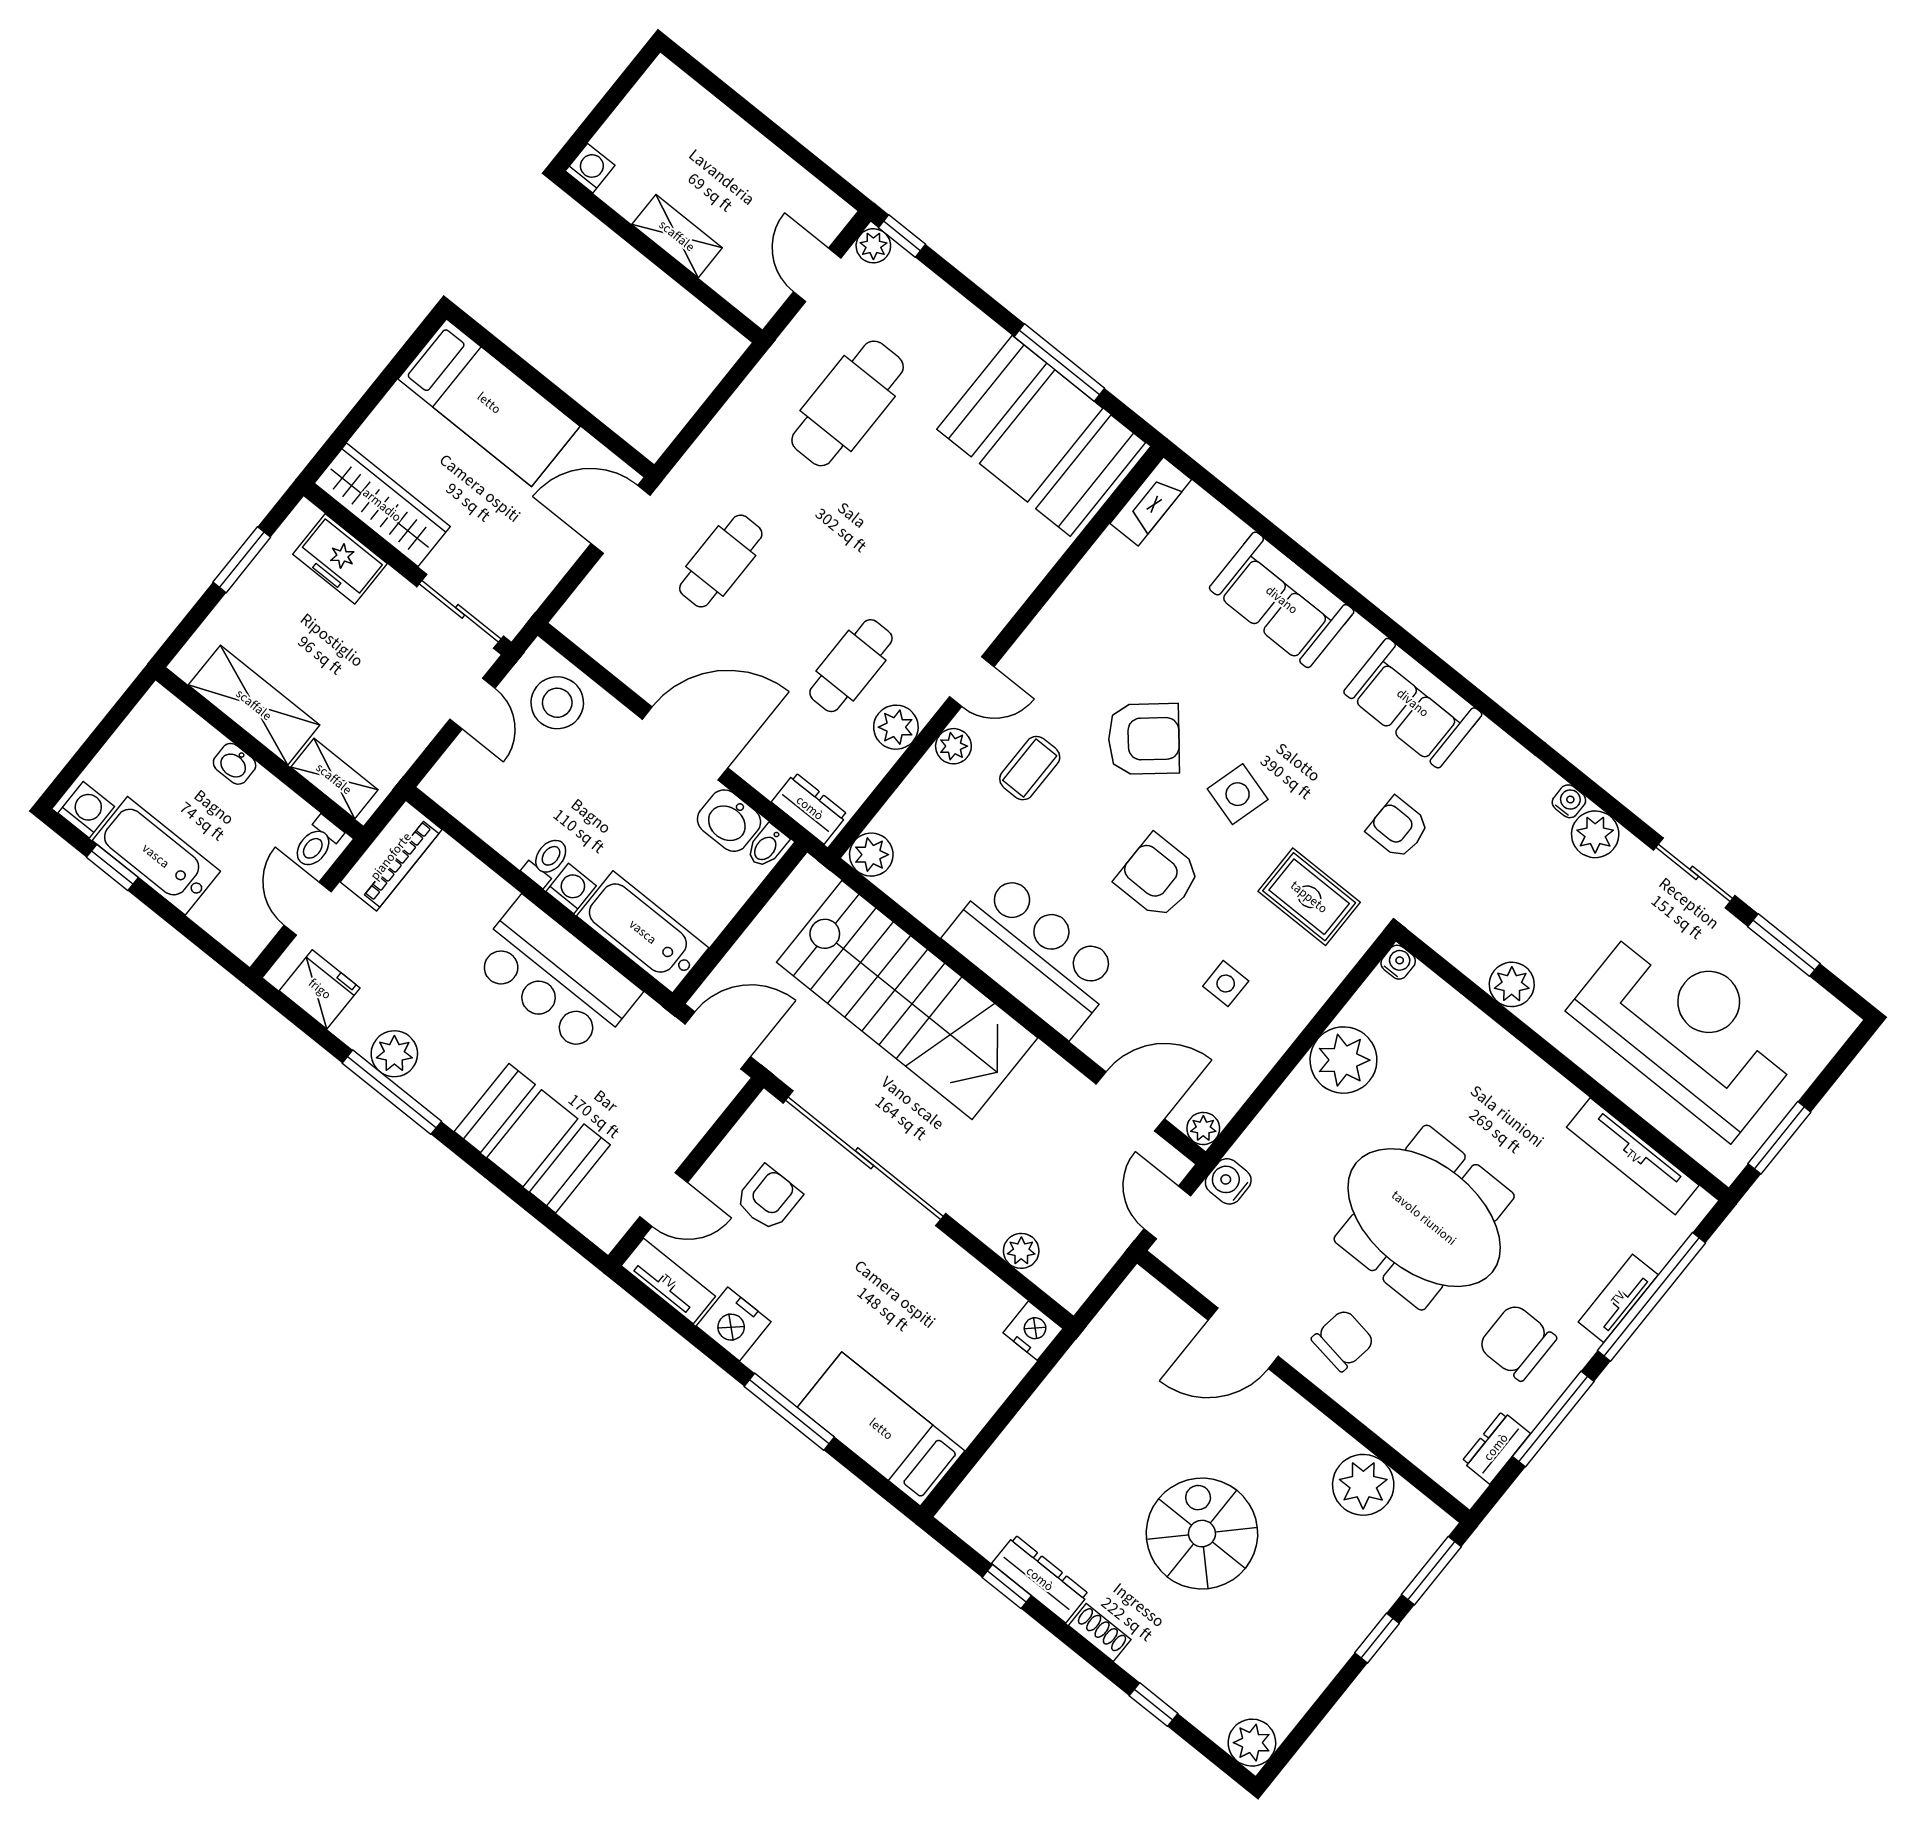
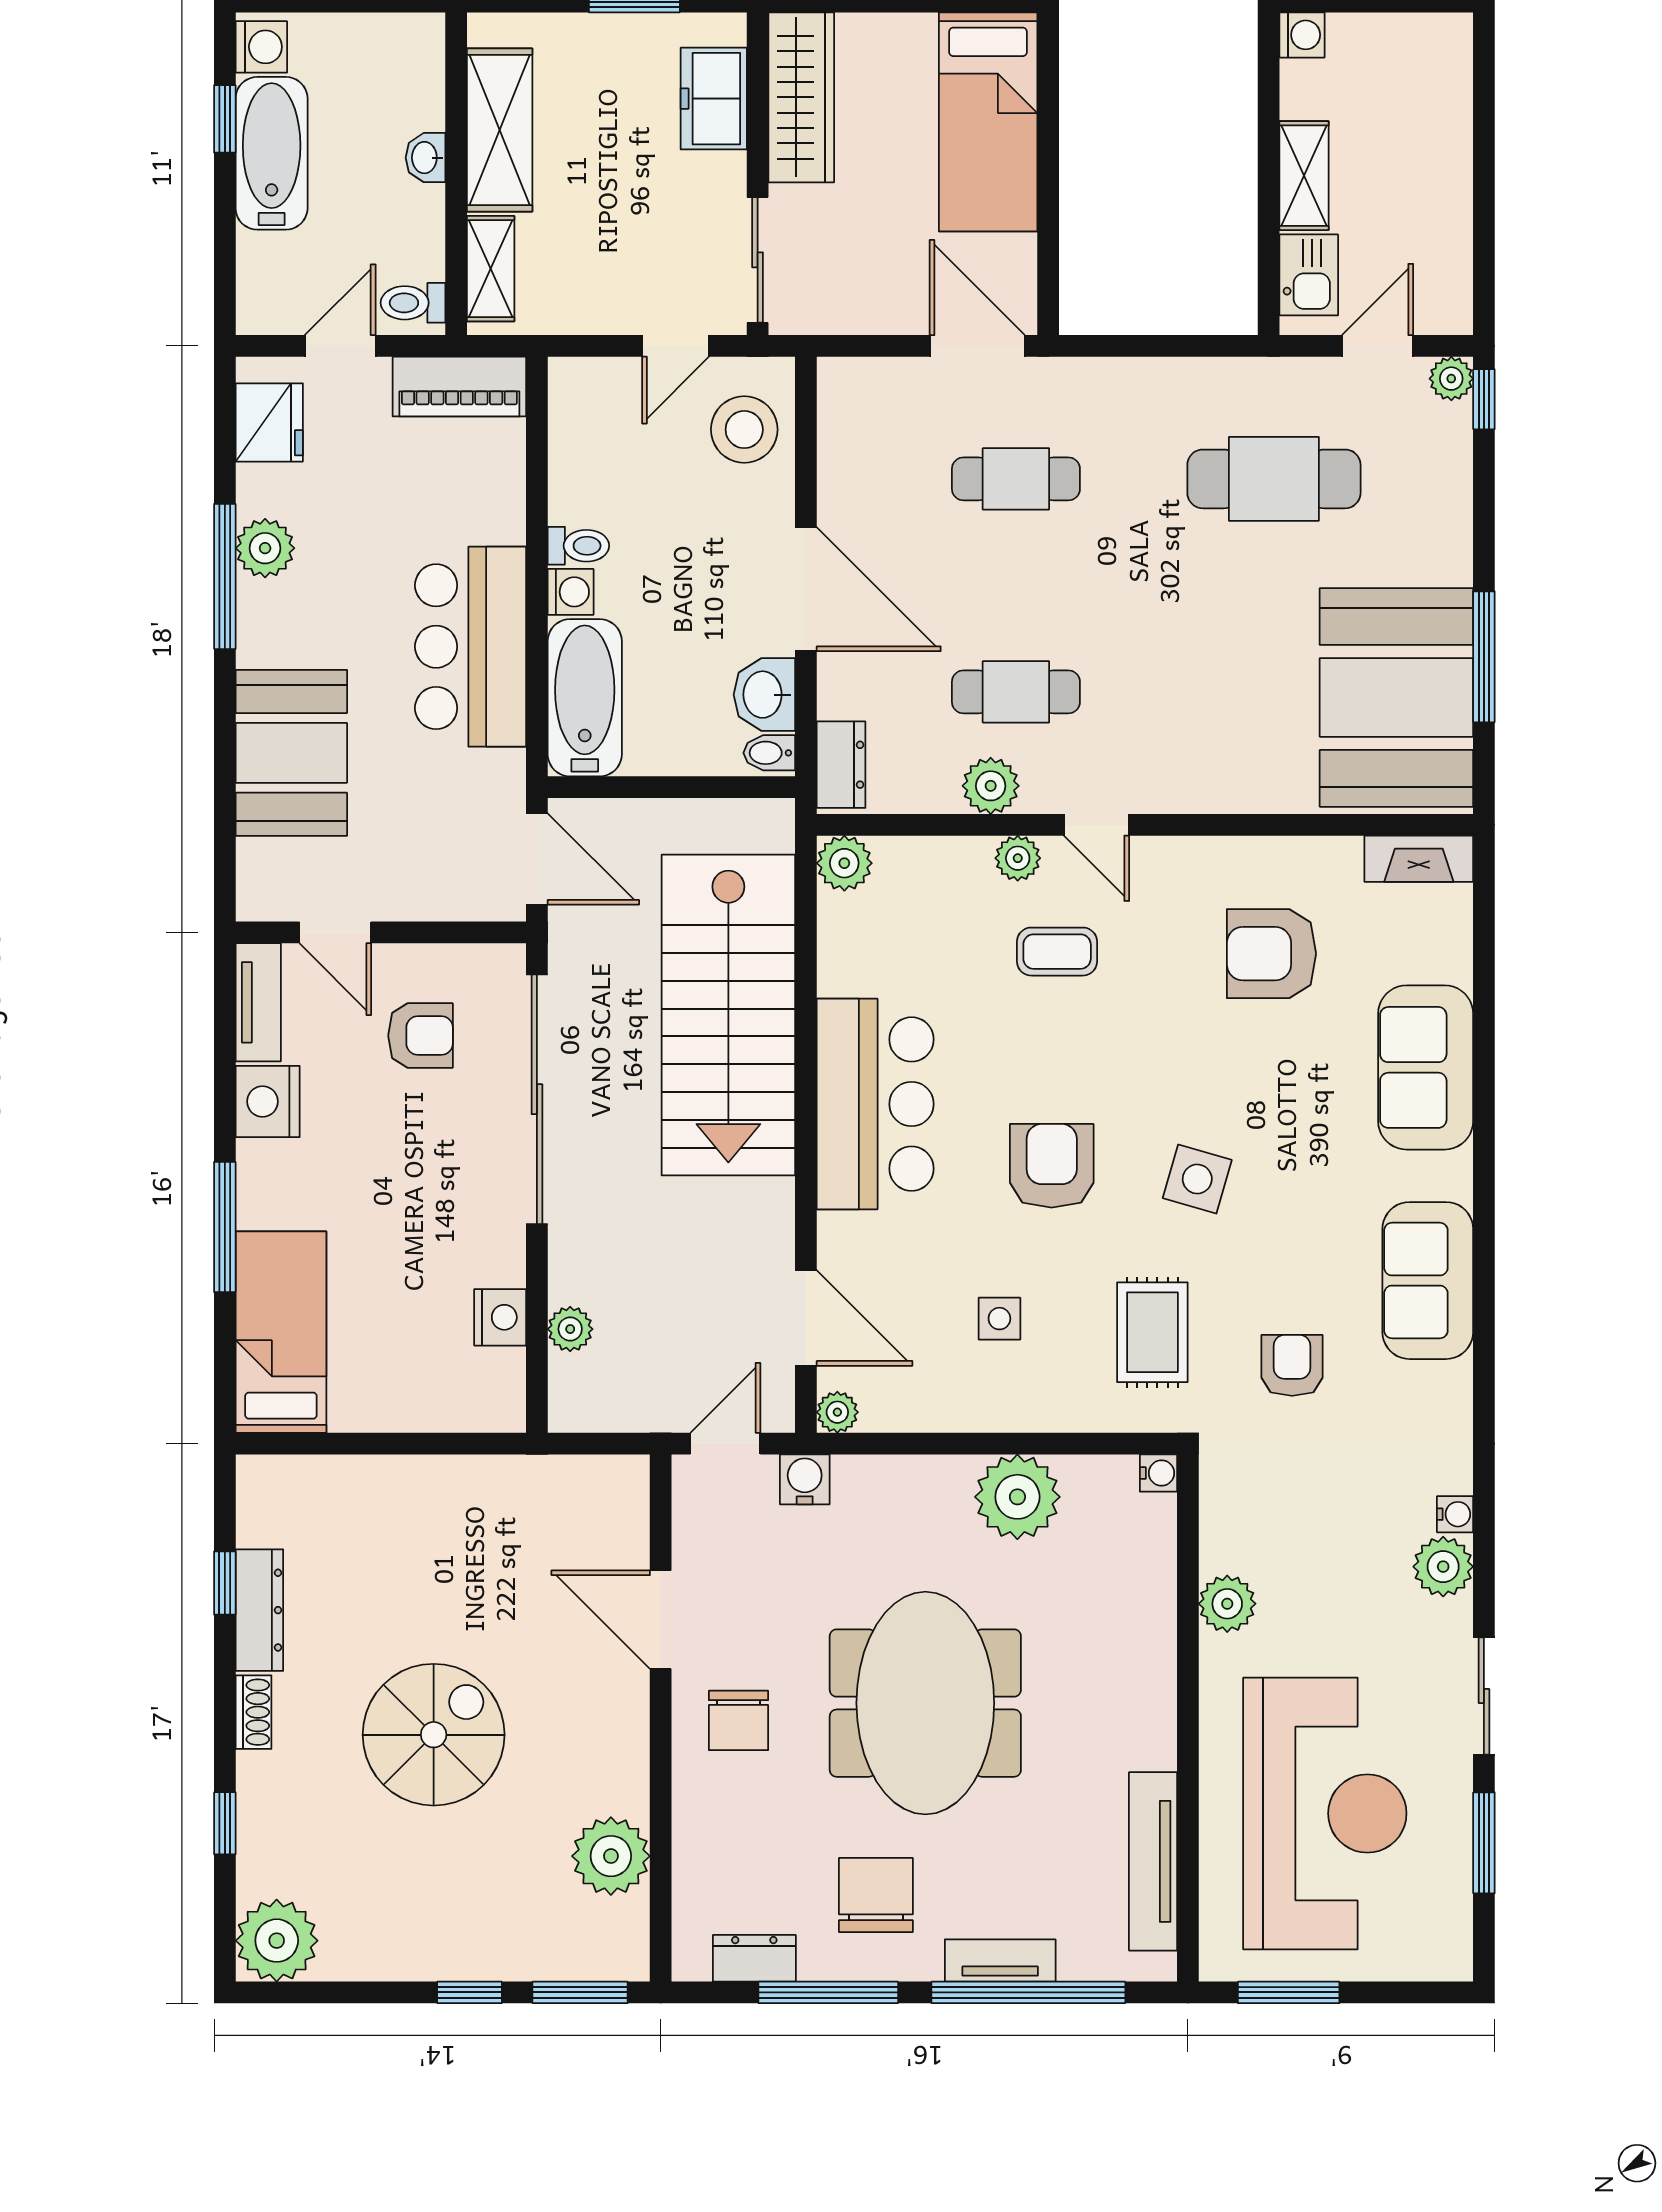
kitchen sink: (740, 282) -> (1309, 275), added
armchair: (1144, 739) -> (1271, 954), moved, turned 130
nightstand: (1033, 1331) -> (500, 1317), moved
chair: (1343, 1340) -> (738, 1720), turned 81
plant: (1252, 1743) -> (277, 1941), width x1.36, depth x1.36

